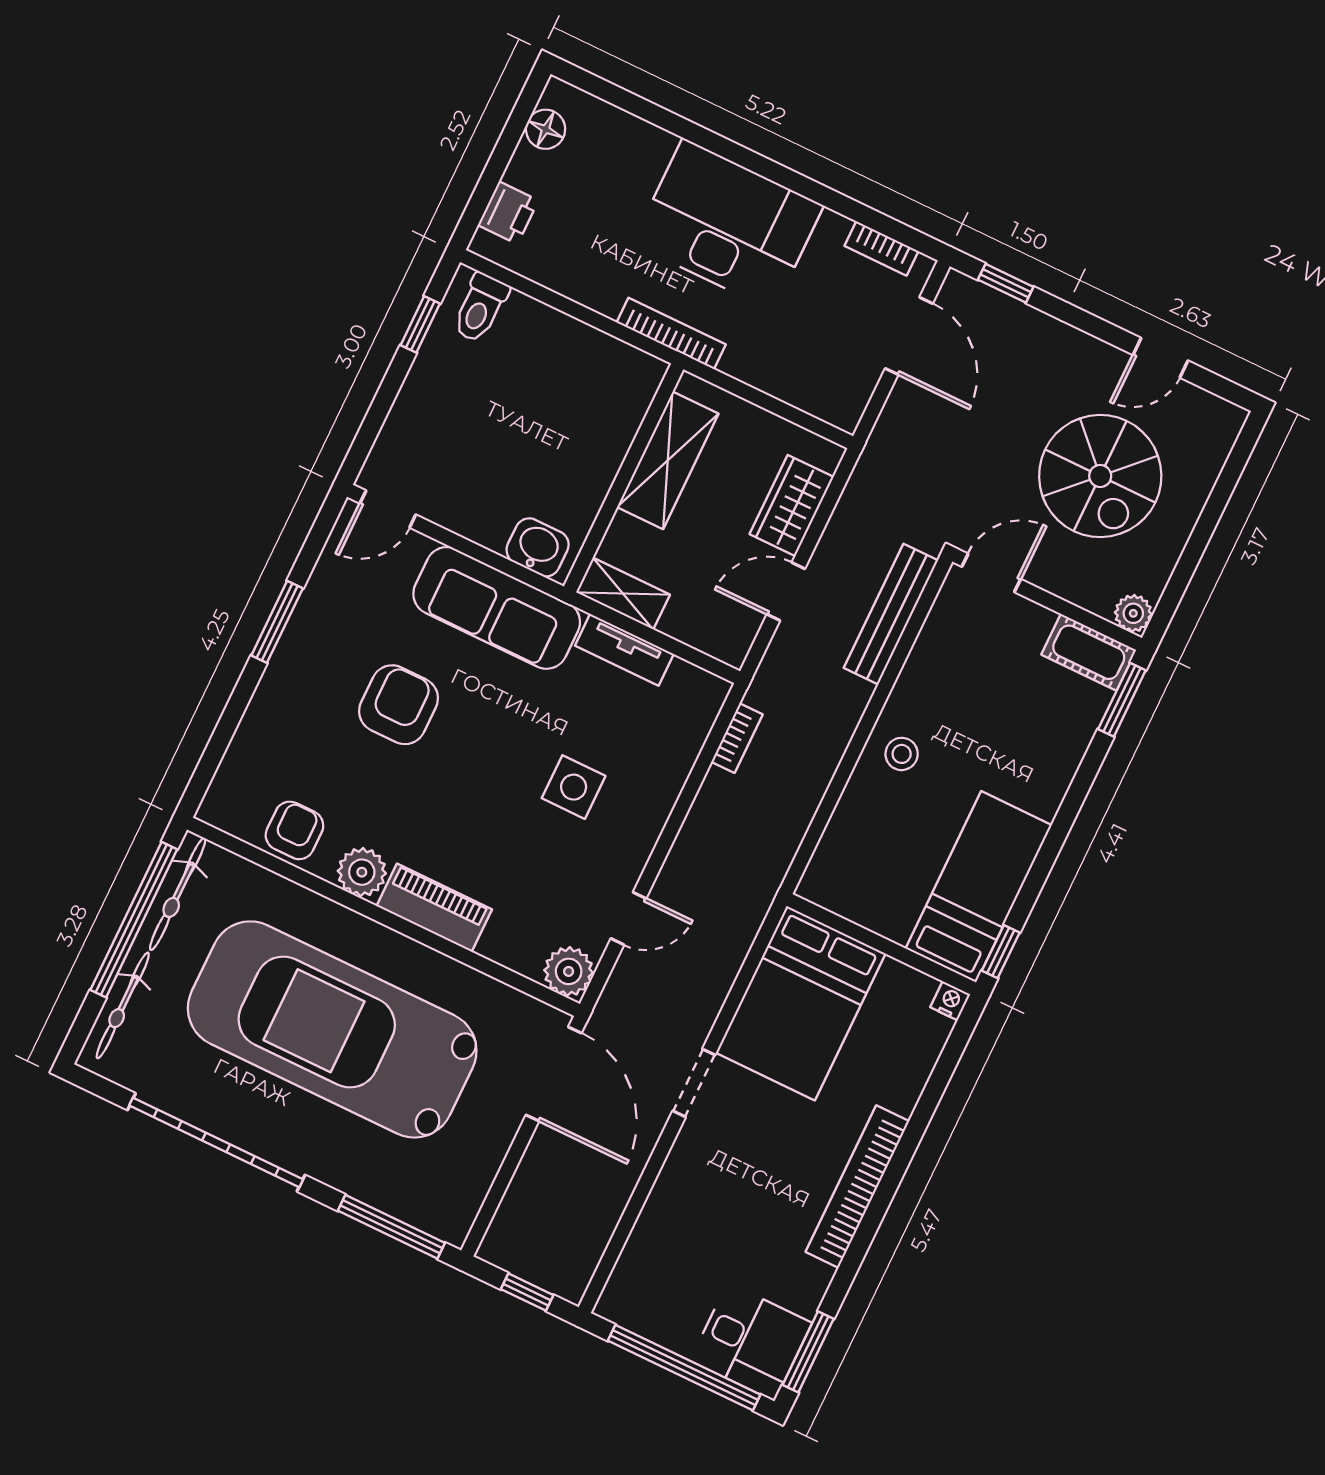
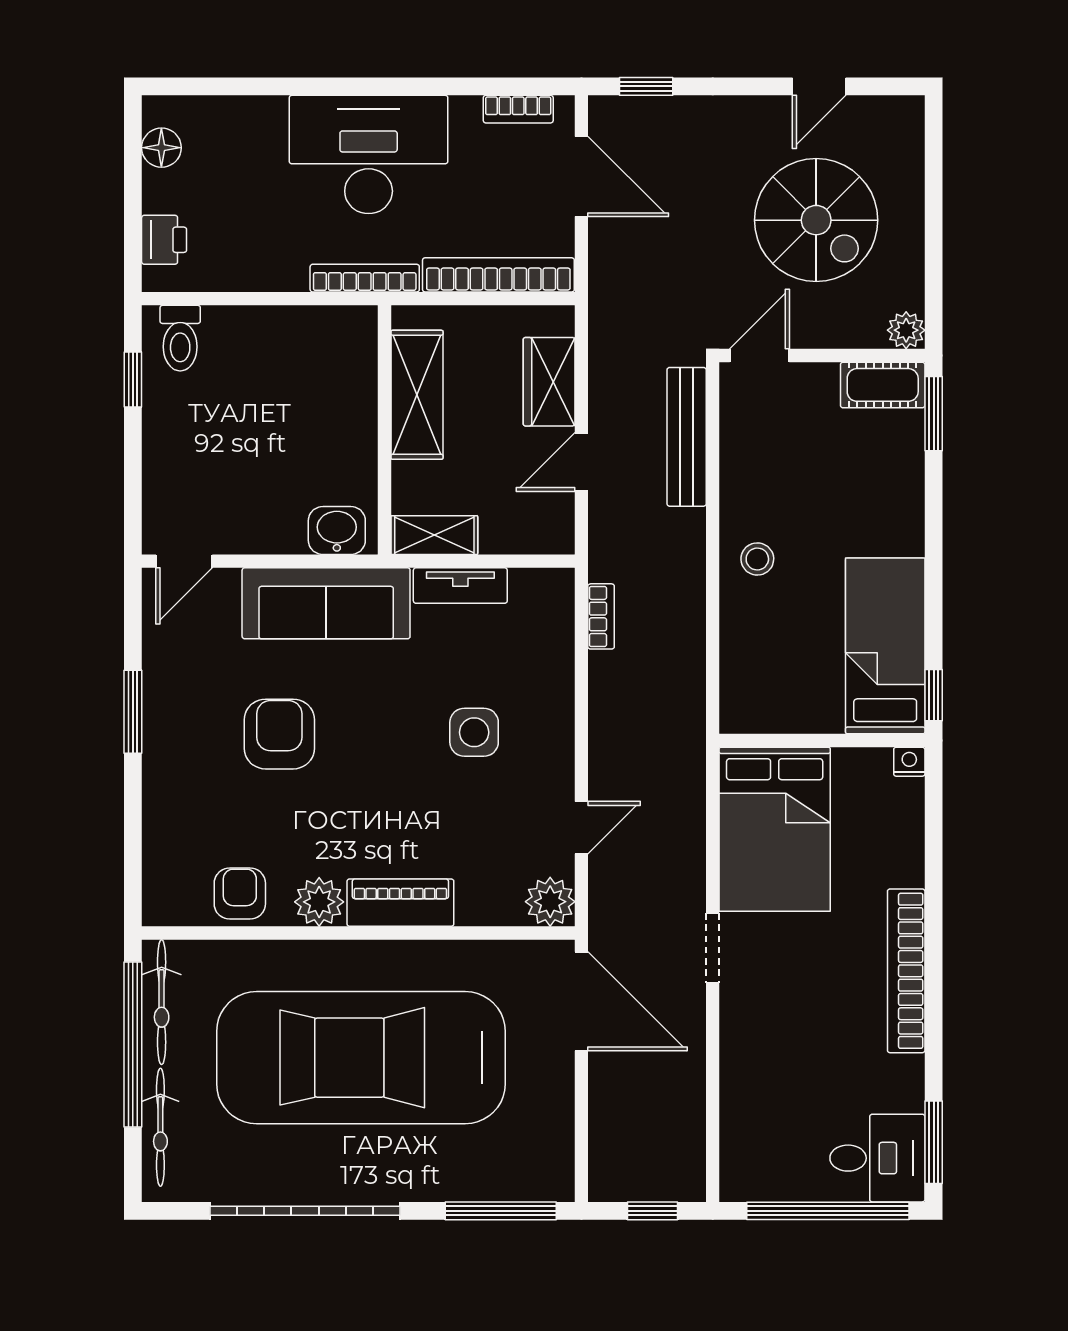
bookcase: (792, 388) -> (498, 275), added

